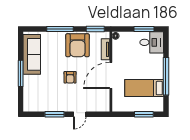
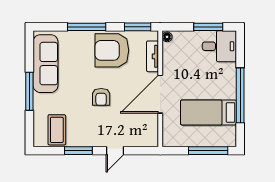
armchair: (78, 45) -> (112, 50), turned 90
coffee table: (40, 100) -> (57, 130), added
window: (144, 114) -> (208, 151), width x1.44

